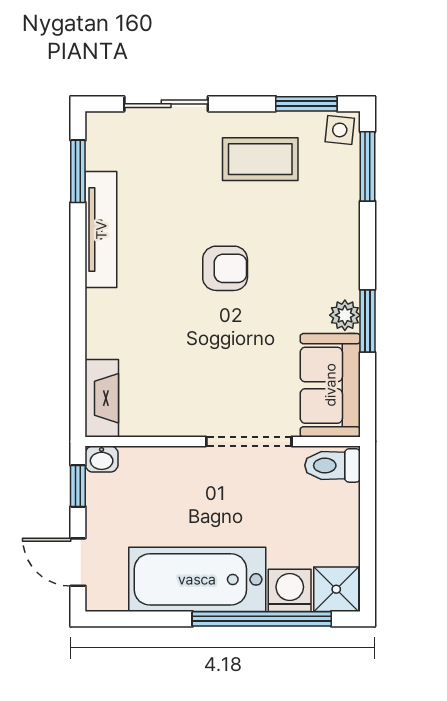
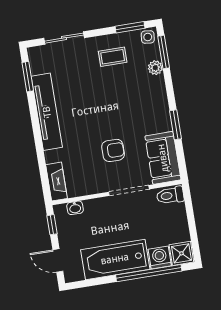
coffee table: (260, 159) -> (113, 57), width x0.73, depth x0.77
tv unit: (101, 230) -> (47, 112), width x1.36, depth x1.29
armchair: (225, 268) -> (113, 150), moved
plant: (345, 315) -> (155, 68), moved
washbasin: (102, 459) -> (75, 208), moved

